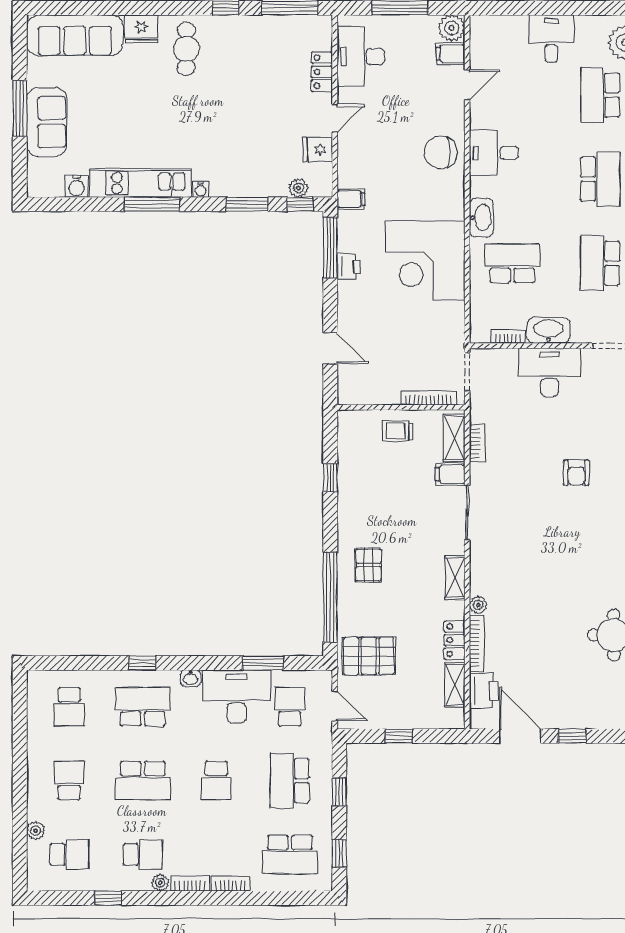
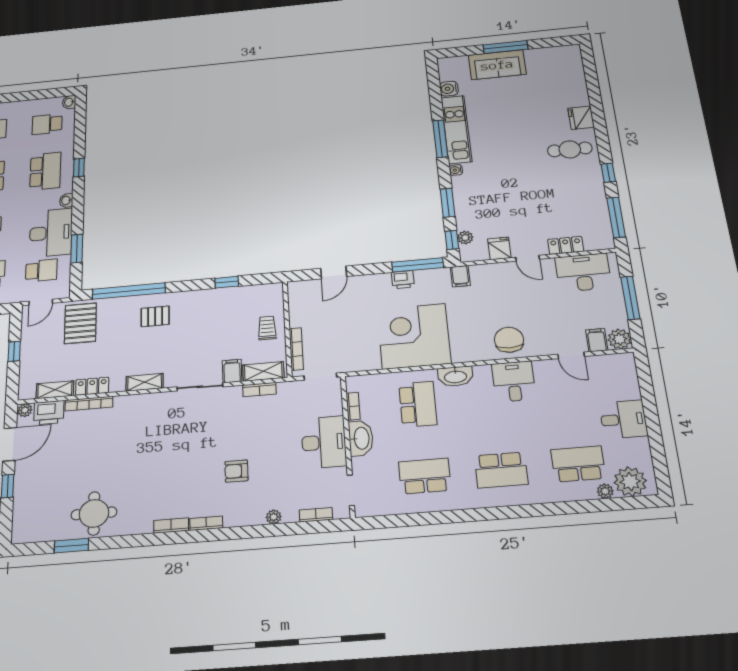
sofa: (75, 35) -> (569, 76), removed
plant: (478, 605) -> (25, 410), moved
washbasin: (37, 678) -> (69, 102), added

